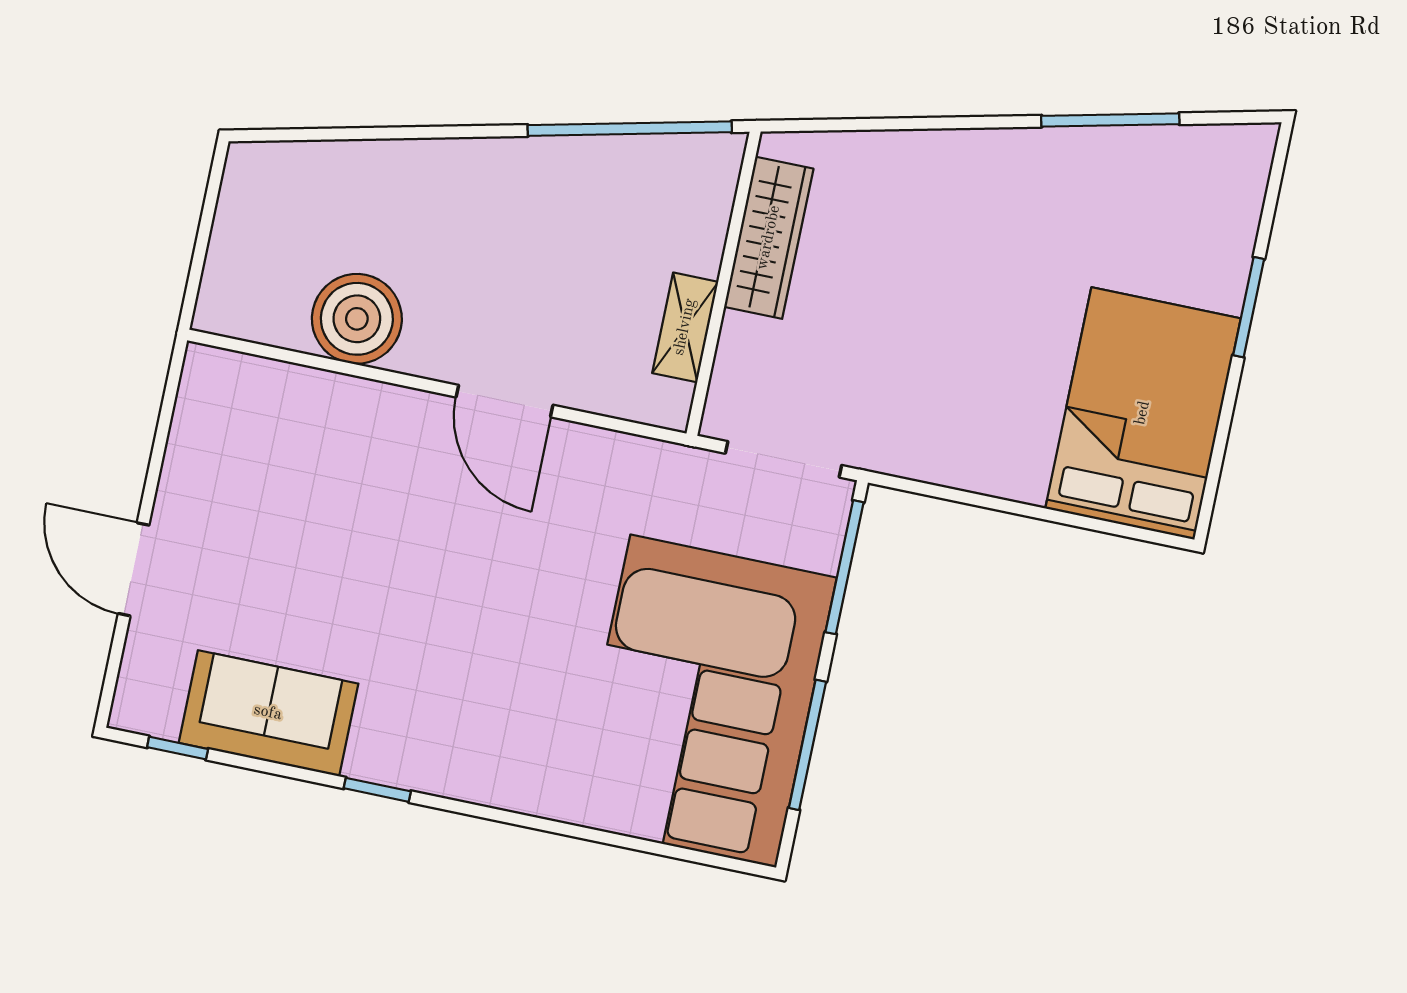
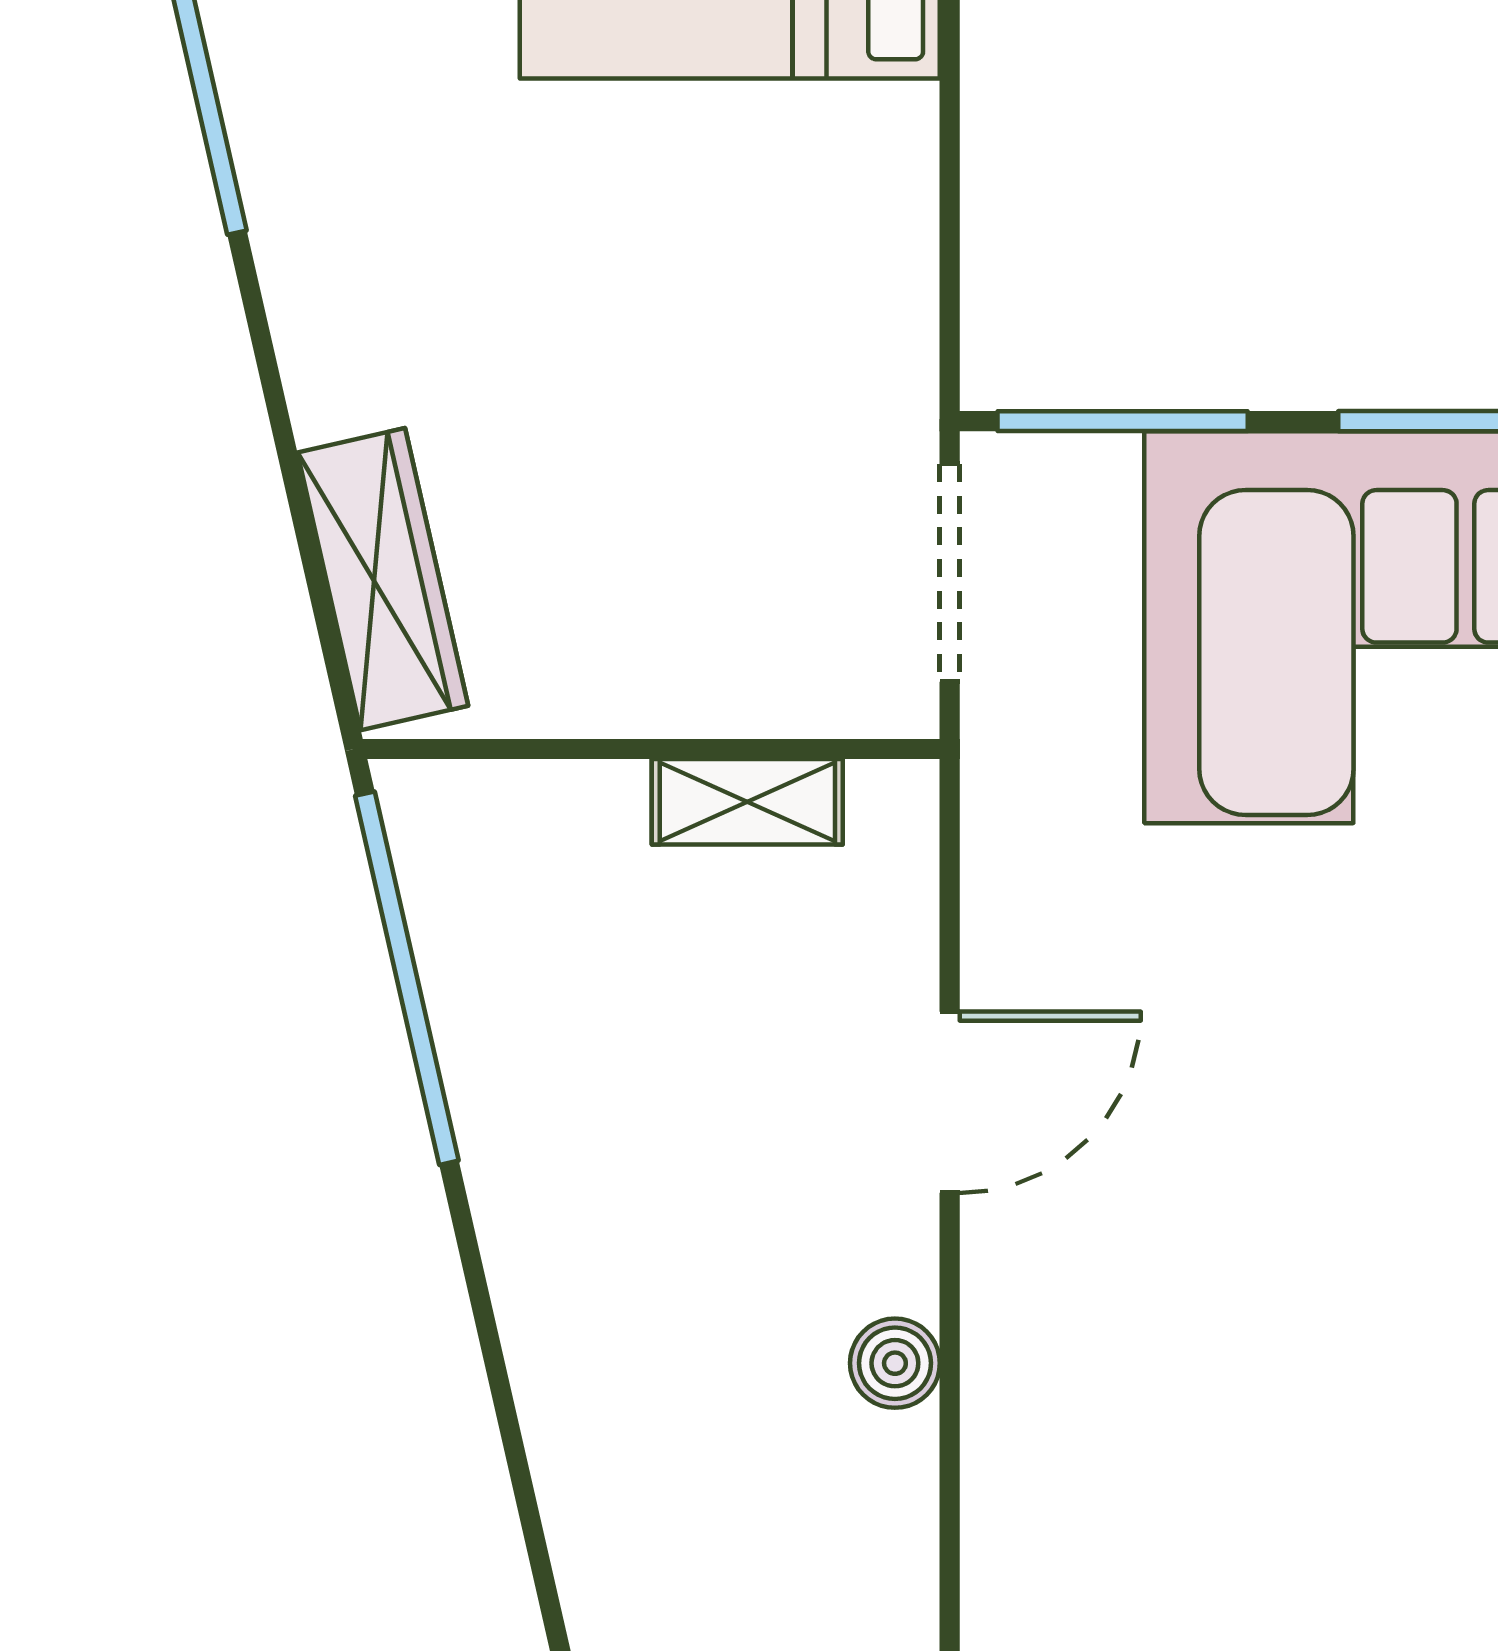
wardrobe: (769, 238) -> (383, 579), moved, turned 77
boiler: (357, 319) -> (895, 1363), width x0.54, depth x0.54

